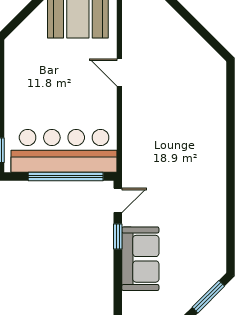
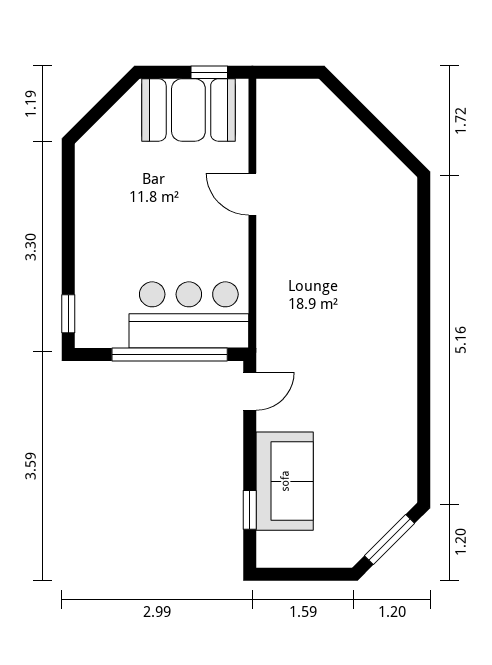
bar counter: (64, 151) -> (189, 315), width x0.73
window: (118, 237) -> (250, 510), moved

